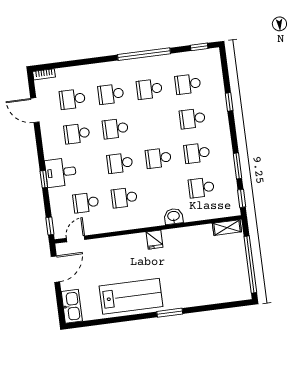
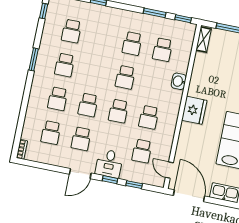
window: (144, 54) -> (34, 59), width x0.47
door: (35, 110) -> (80, 174), moved
school desk: (192, 119) -> (102, 37), removed
window: (50, 226) -> (134, 185), moved
fridge: (154, 240) -> (194, 110), width x1.88, depth x1.34
door: (55, 269) -> (189, 196), width x1.36

